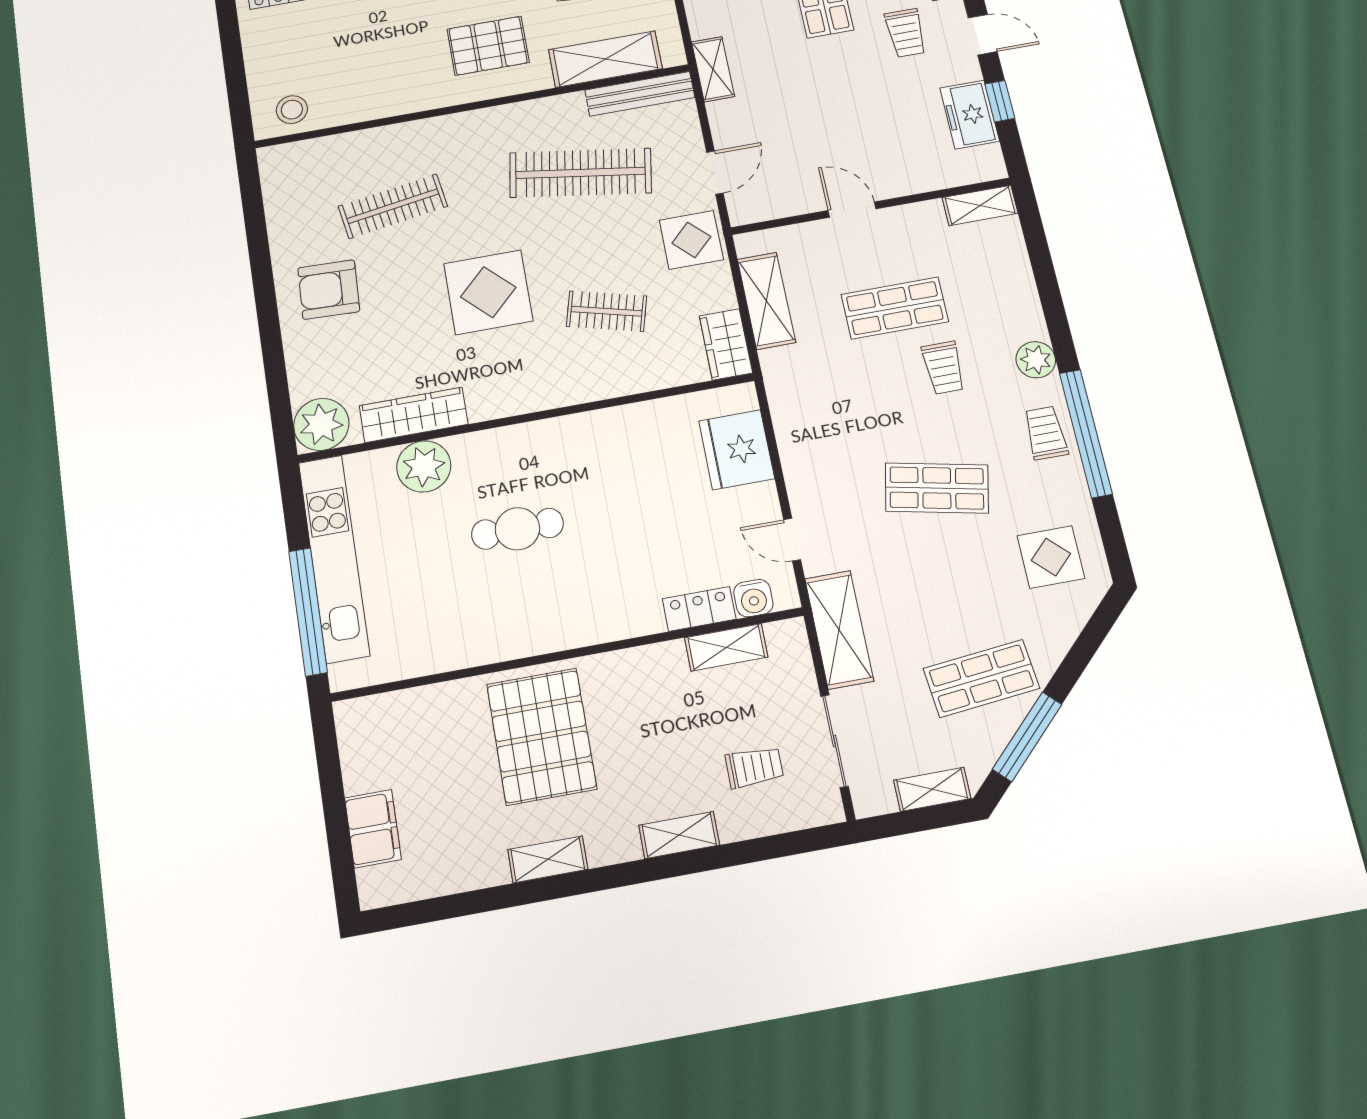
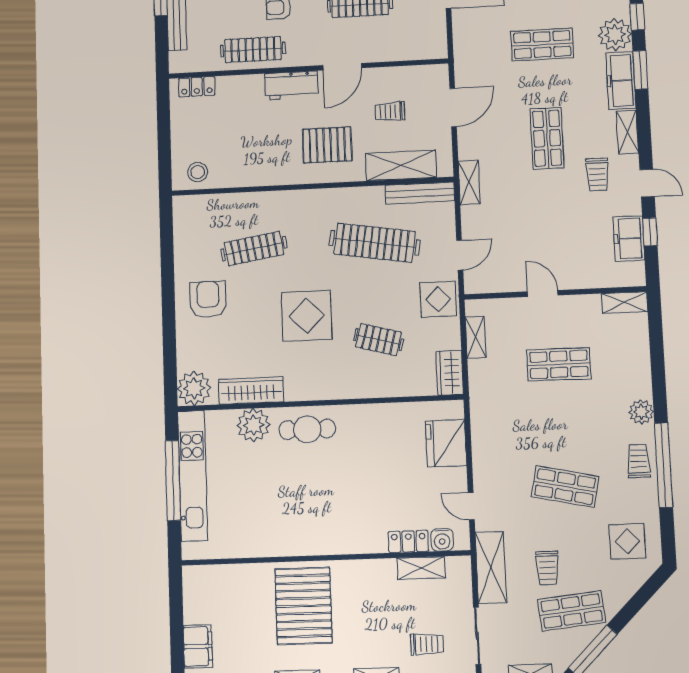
armchair: (329, 290) -> (208, 299), turned 88
shelving: (766, 301) -> (476, 337), width x0.67, depth x0.75
trolley: (943, 368) -> (547, 568), moved
cafe table: (517, 529) -> (307, 429), moved
window: (308, 612) -> (173, 480), moved

